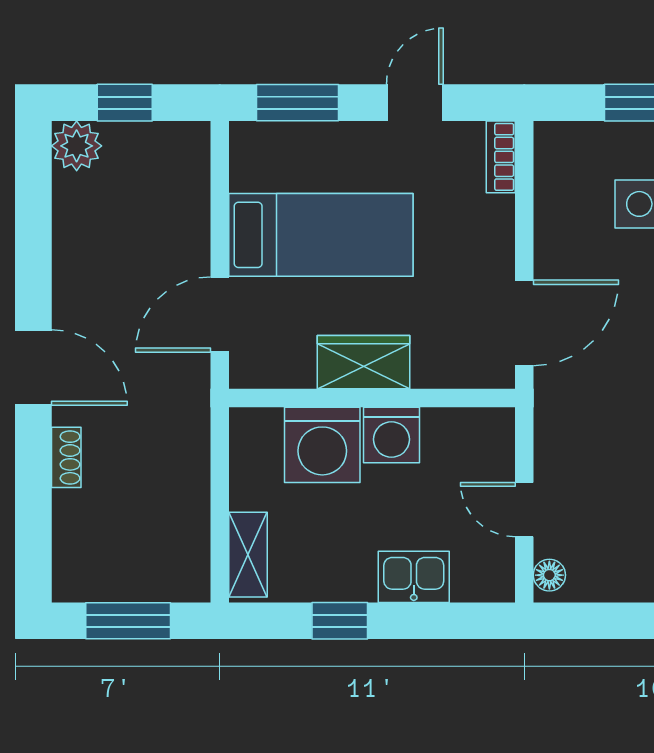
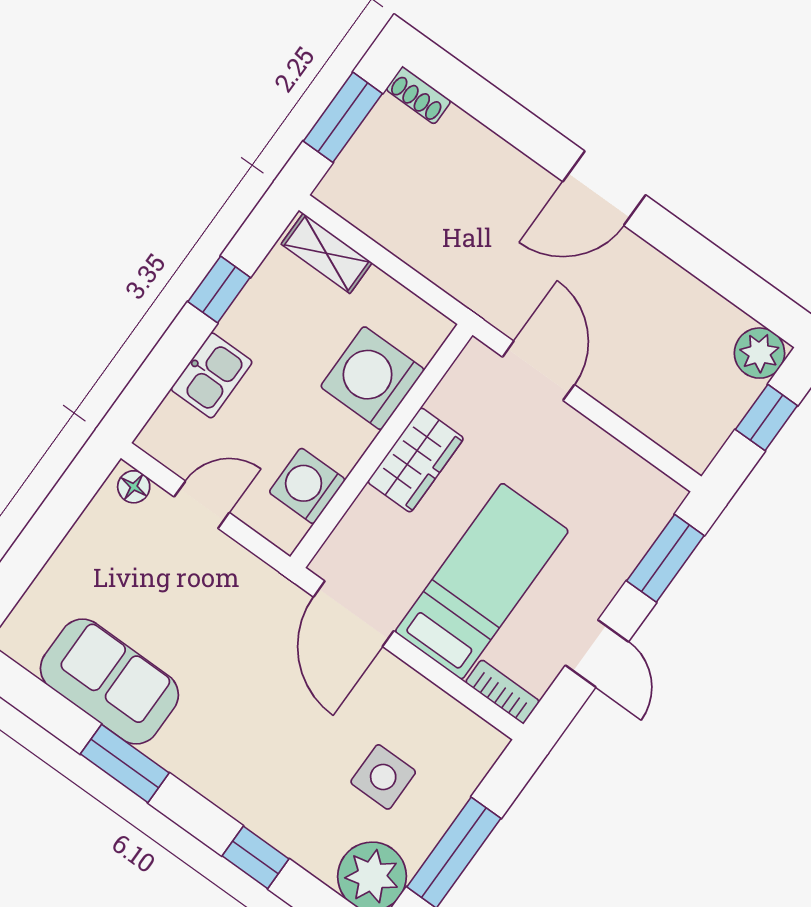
bed: (321, 235) -> (482, 581), moved, turned 180
washing machine: (391, 435) -> (307, 486), moved
shoe rack: (66, 457) -> (418, 95), moved

